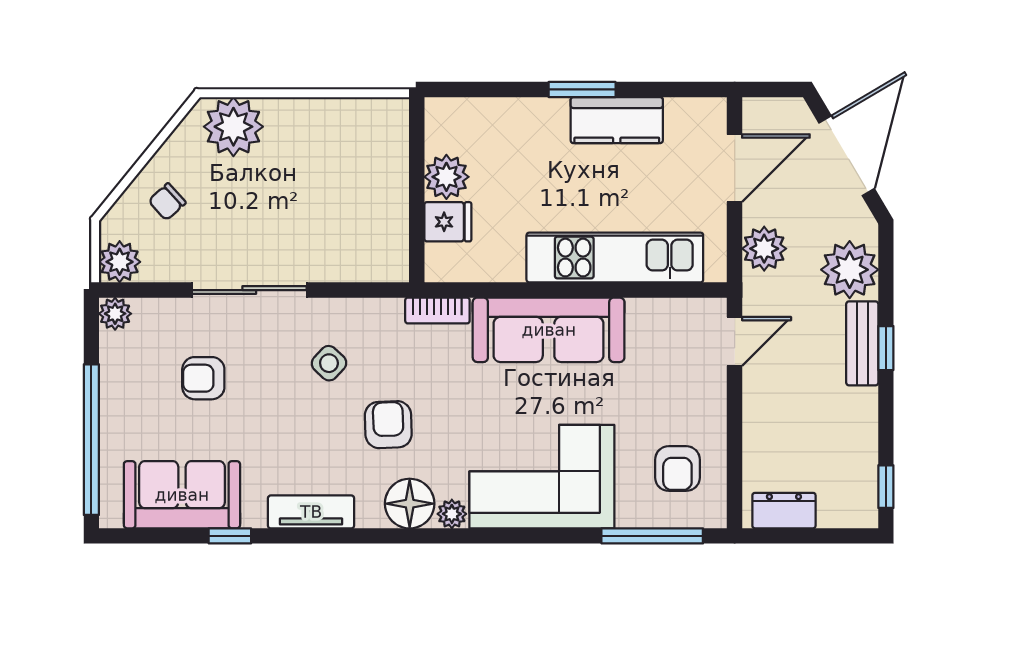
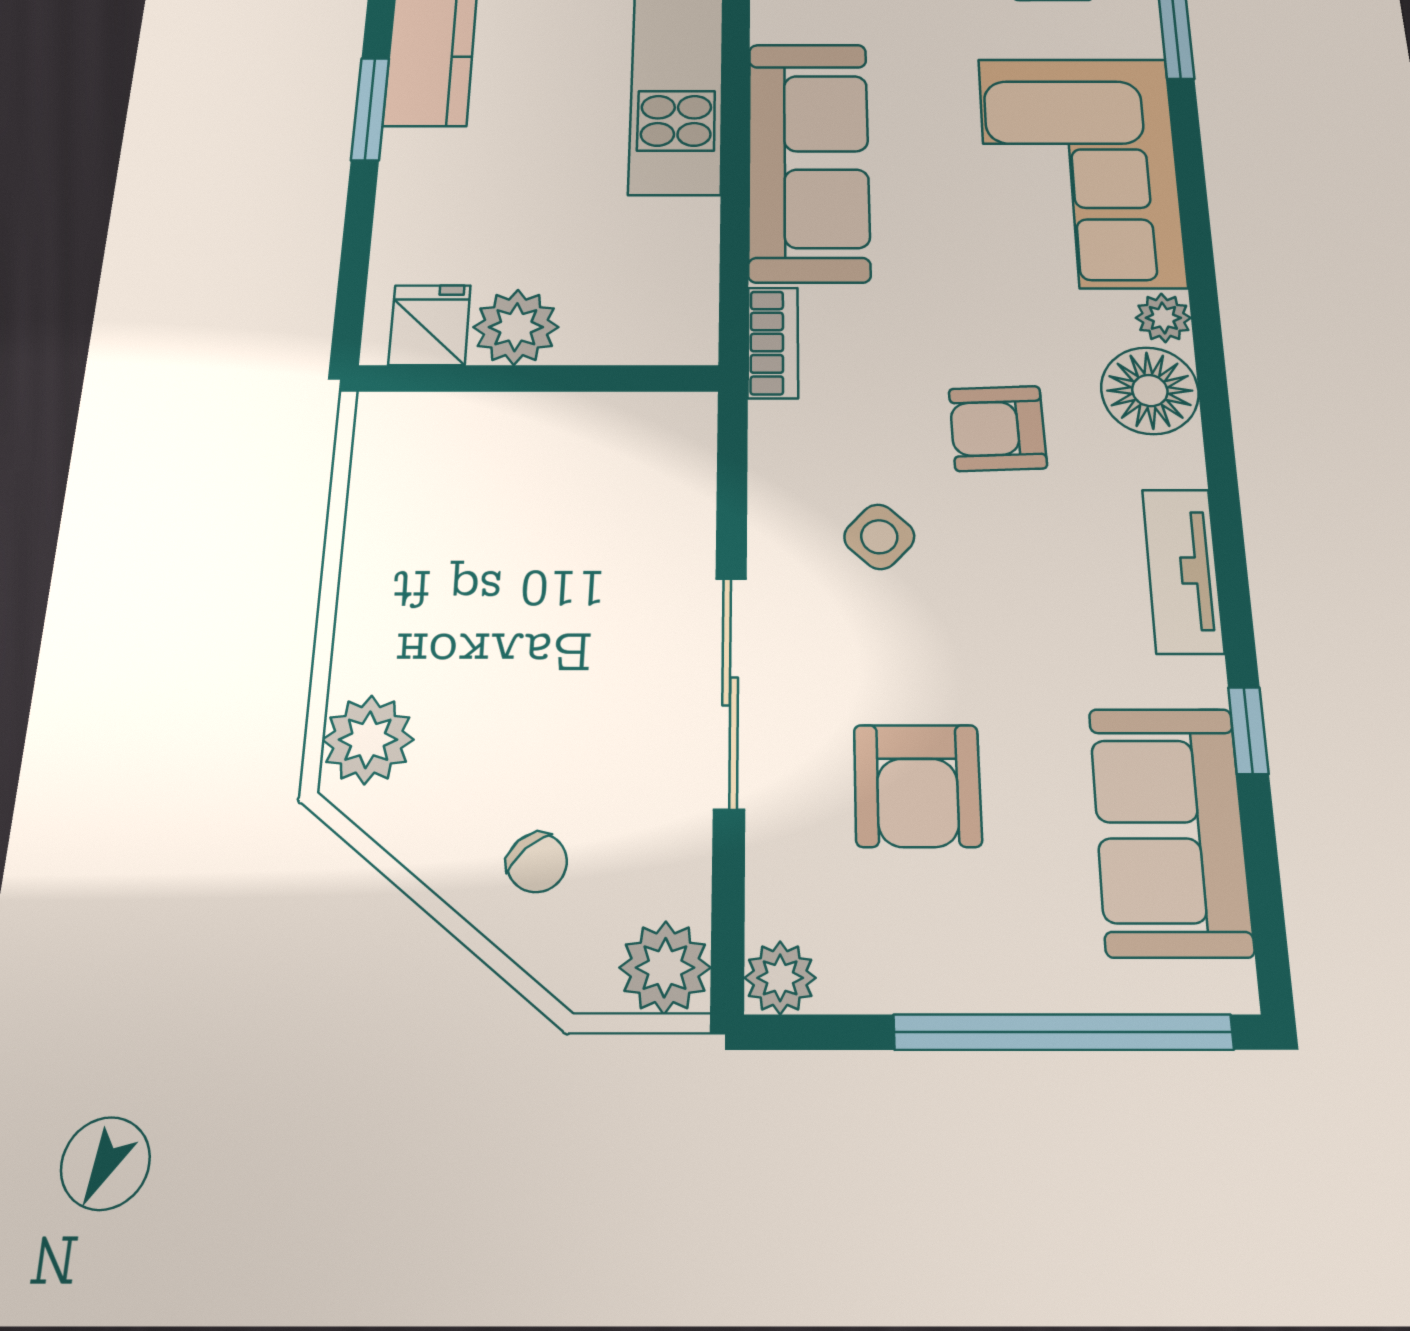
plant: (233, 127) -> (368, 740), width x0.73, depth x0.73
fridge: (448, 222) -> (430, 325), moved
armchair: (203, 378) -> (917, 786), width x1.38, depth x1.38

